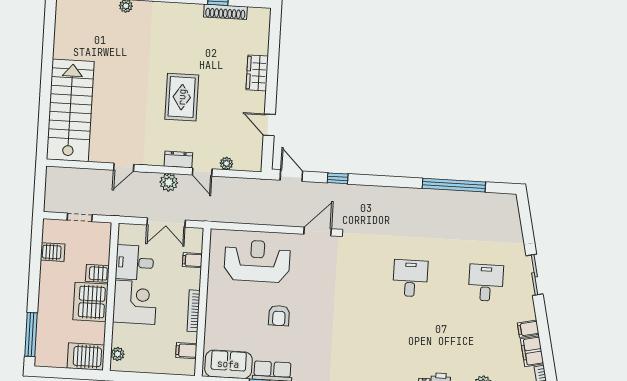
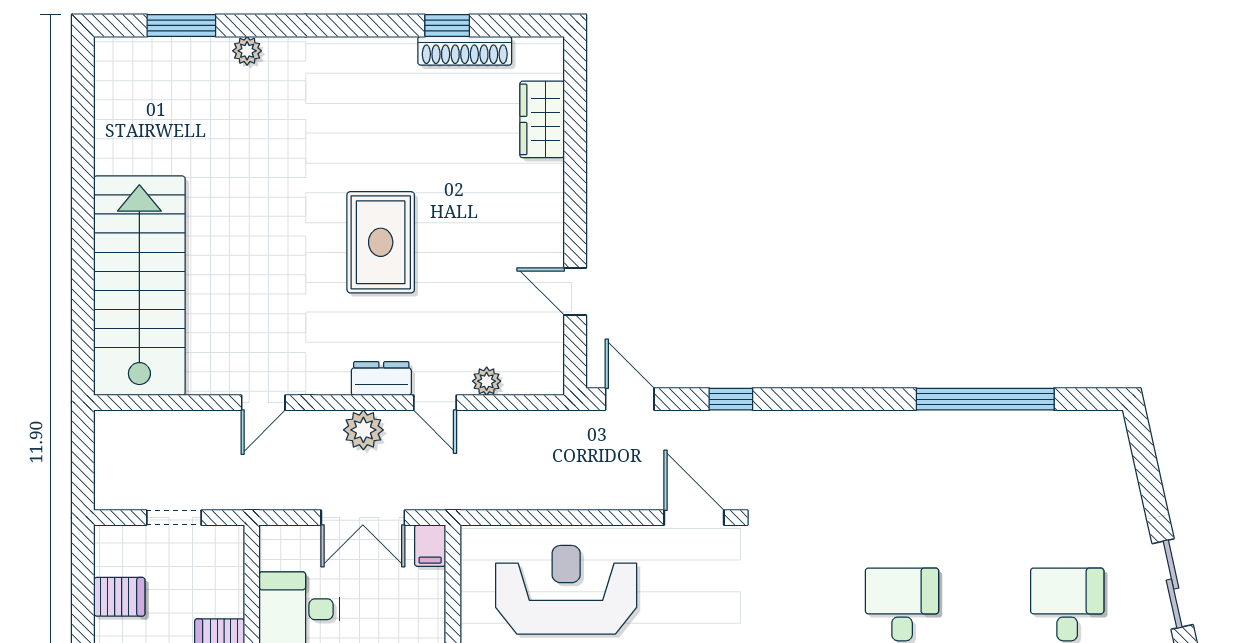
wardrobe: (257, 73) -> (542, 119), moved
door: (318, 231) -> (694, 518), hinge flipped
filing cabinet: (192, 260) -> (430, 546), moved, turned -90

